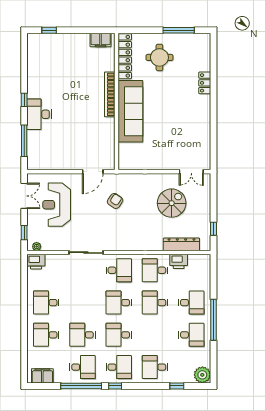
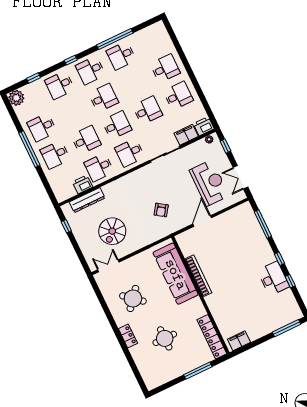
window: (49, 30) -> (287, 328), width x2.17
window: (179, 30) -> (198, 371), moved
round table: (159, 57) -> (165, 338), moved
window: (24, 73) -> (290, 281), added
locker: (205, 83) -> (128, 336), moved
bookcase: (110, 94) -> (198, 276), moved
sofa: (130, 111) -> (176, 274), moved
desk: (39, 114) -> (273, 278), moved
round table: (183, 129) -> (133, 298), added
door: (93, 172) -> (202, 221), moved
desk: (155, 270) -> (99, 167), turned 180
desk: (83, 335) -> (147, 110), moved
desk: (155, 367) -> (60, 85), turned 180
filing cabinet: (42, 376) -> (186, 135), moved, turned 180
window: (115, 386) -> (71, 60), moved

